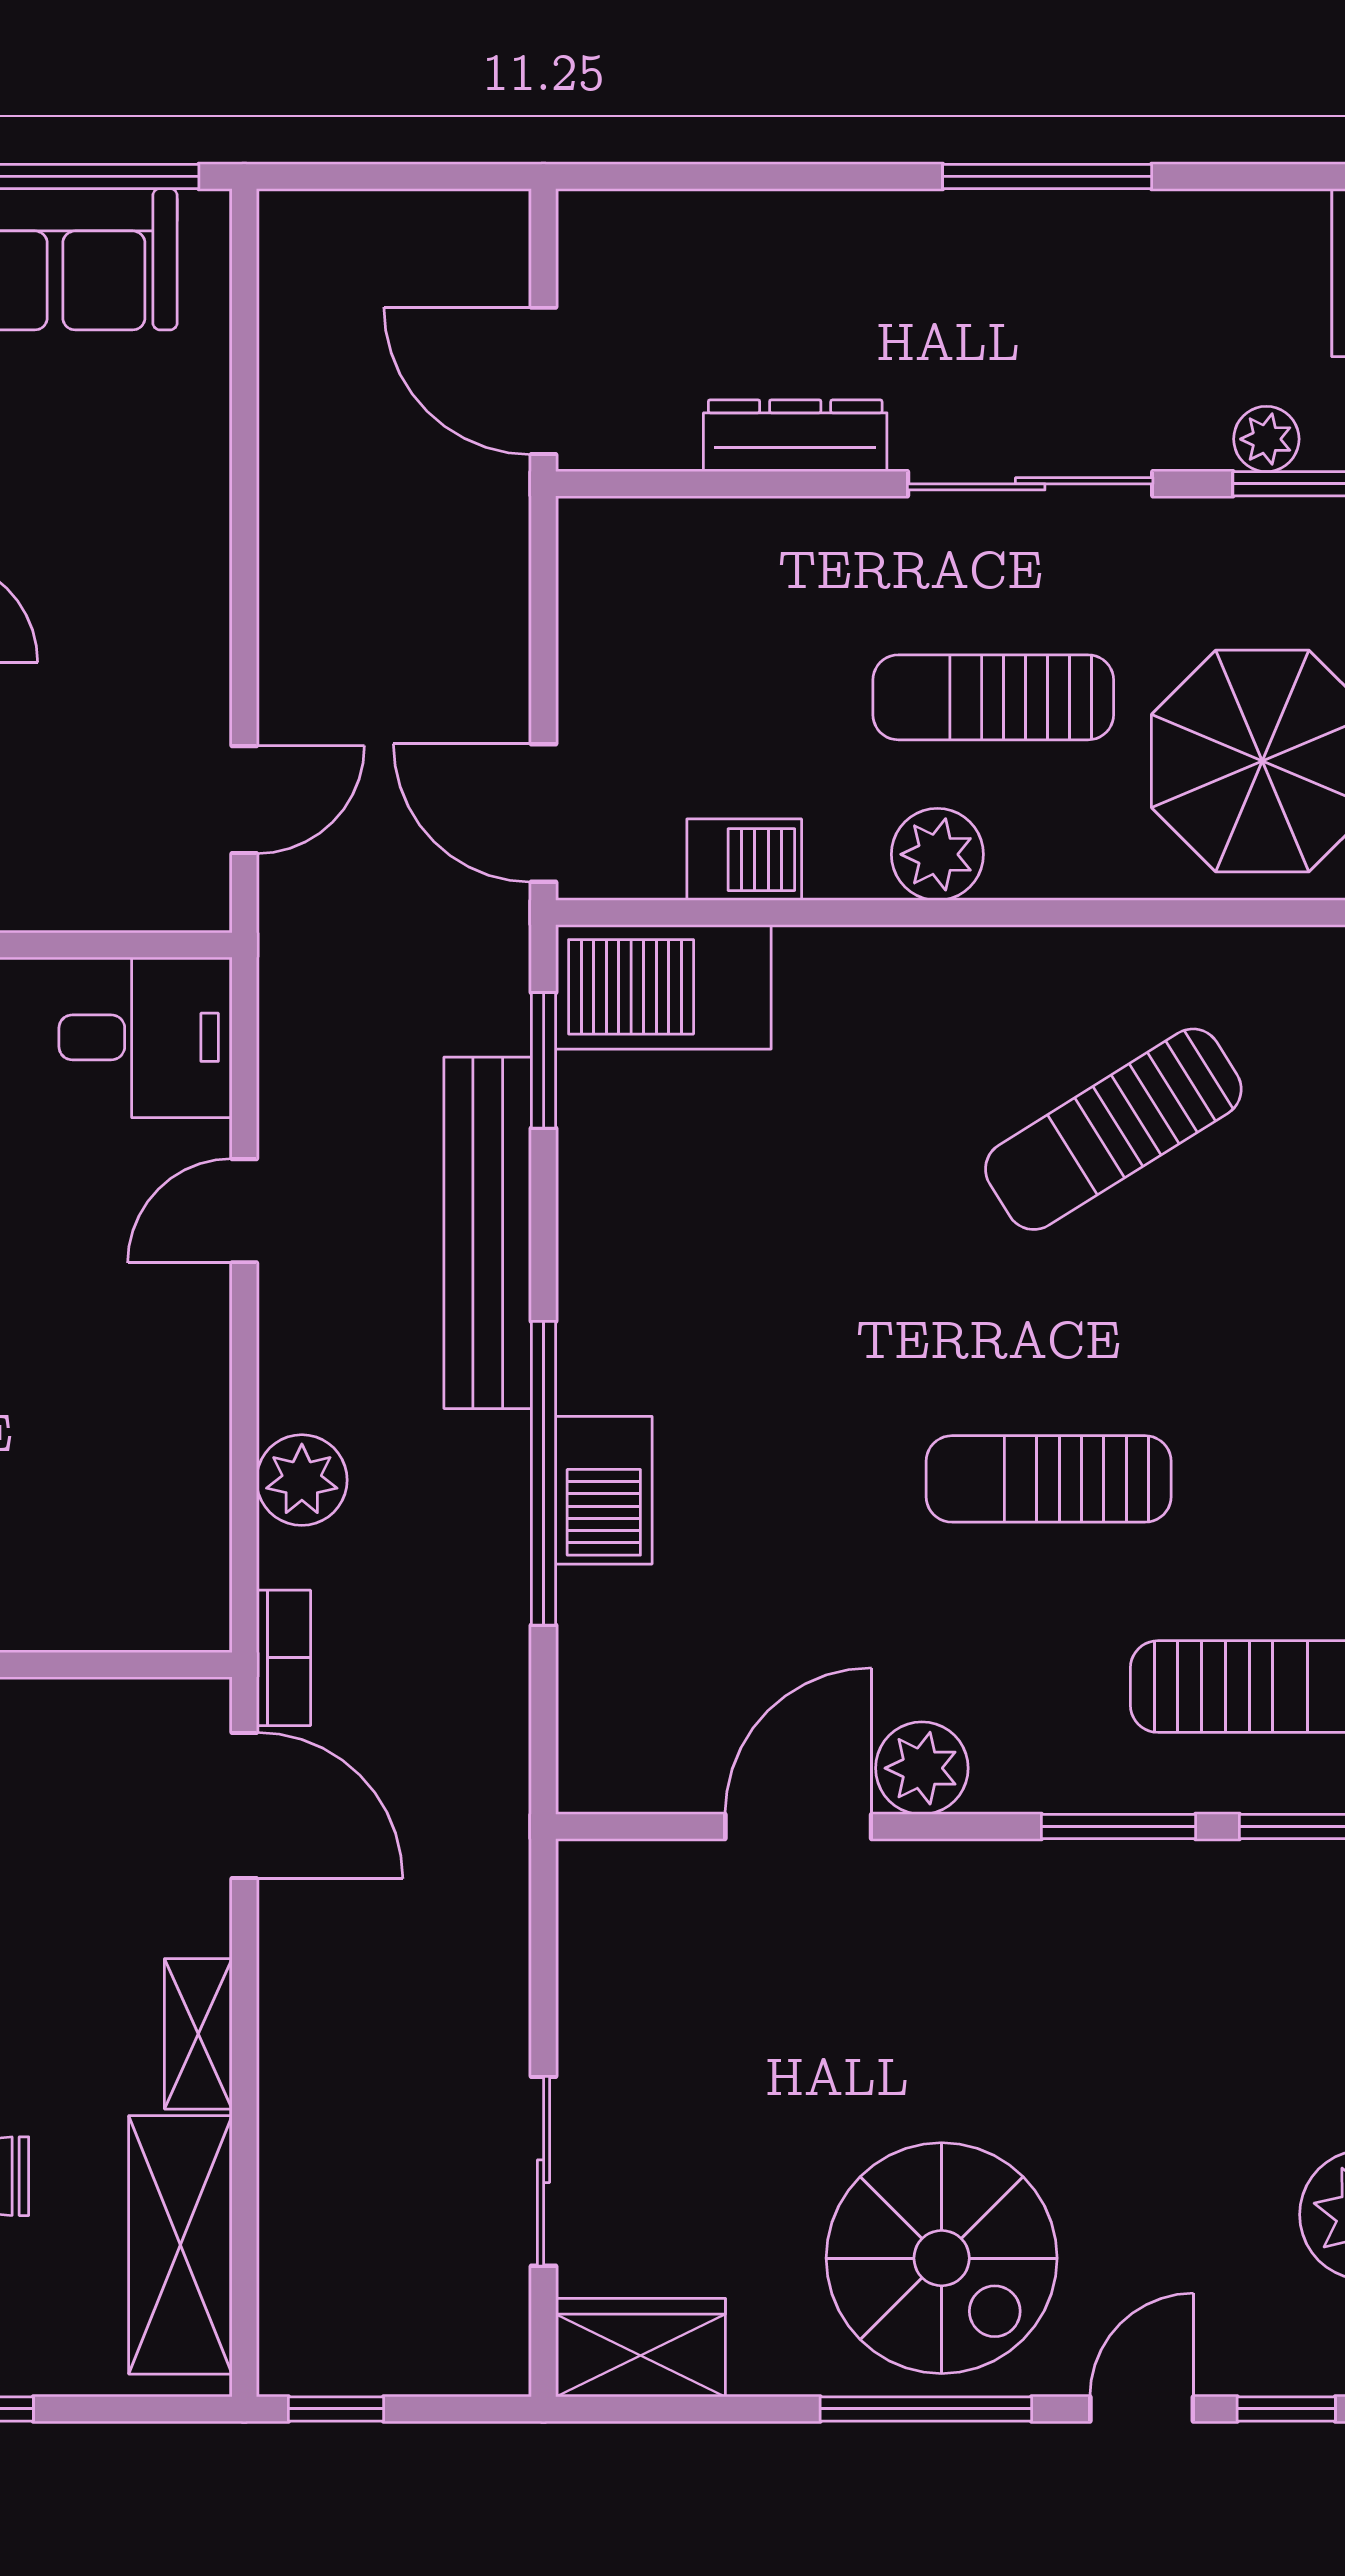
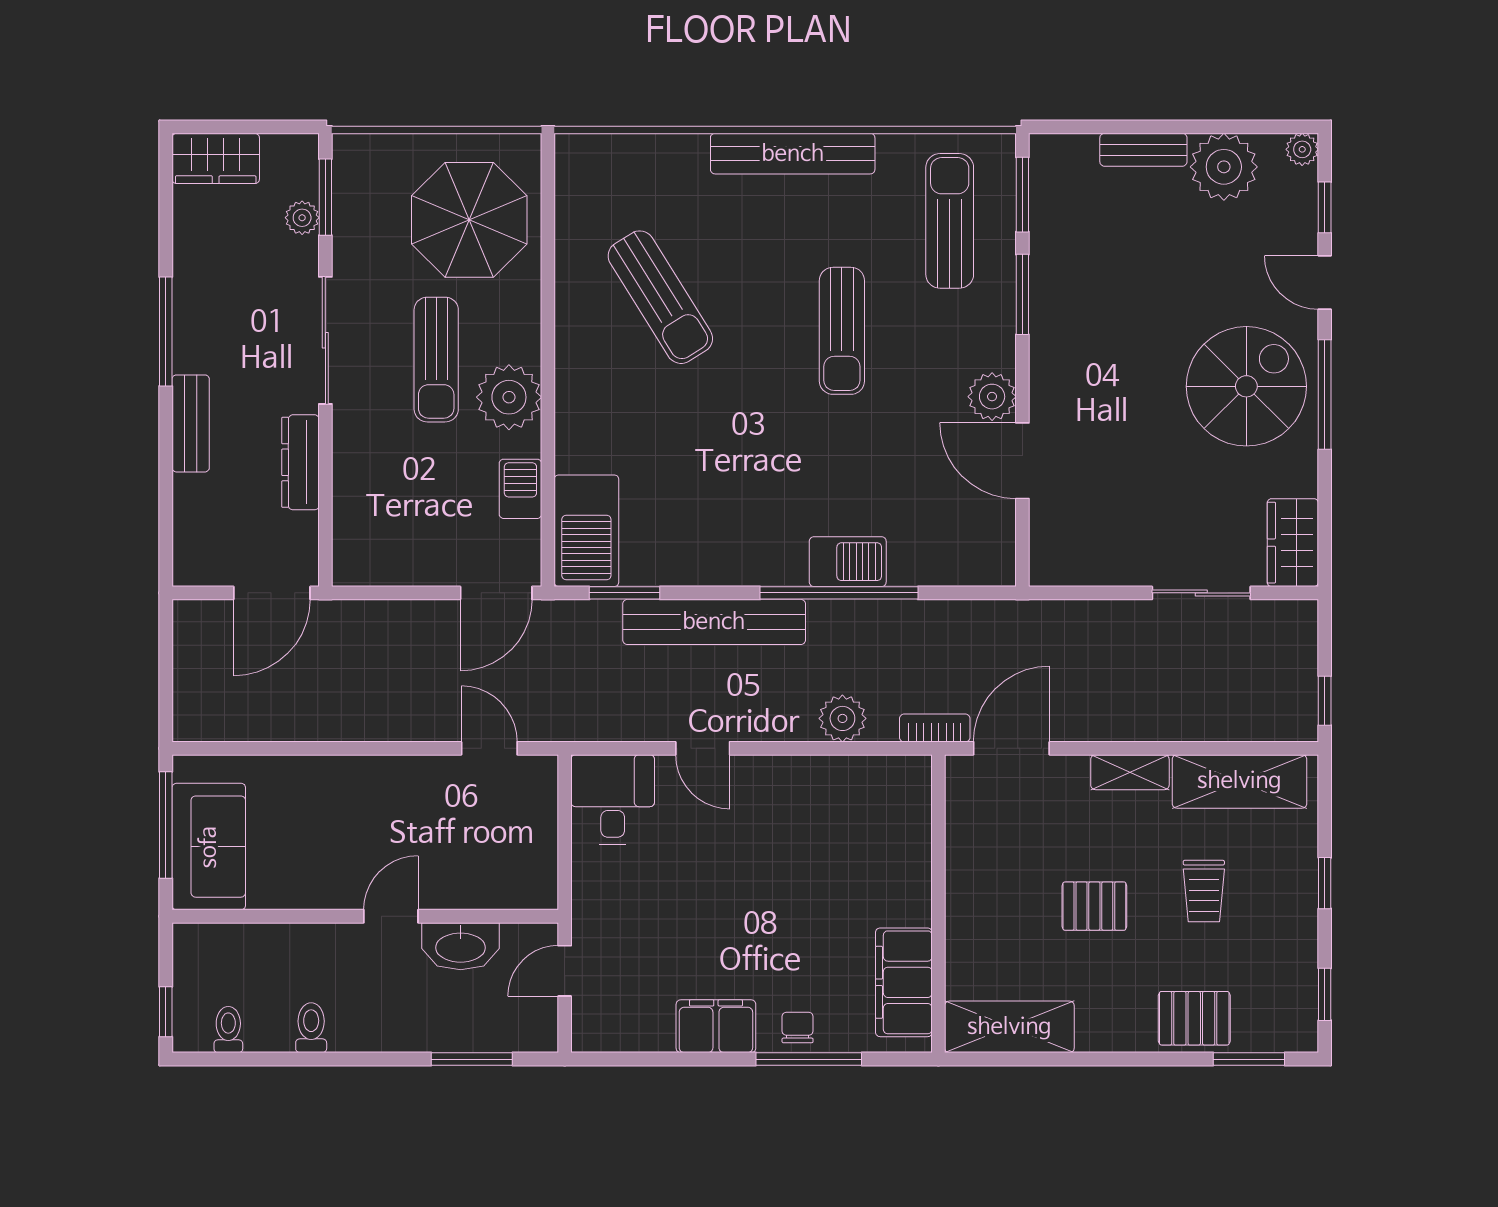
bench: (870, 224) -> (191, 423), added
plant: (937, 854) -> (509, 397), width x1.36, depth x1.36

